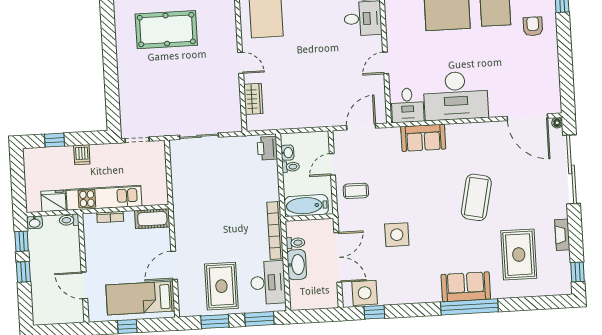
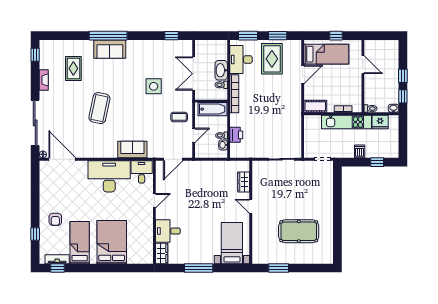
printer: (267, 148) -> (236, 135), moved
rug: (519, 255) -> (73, 68), width x0.73, depth x0.70
side table: (365, 293) -> (177, 49), removed

